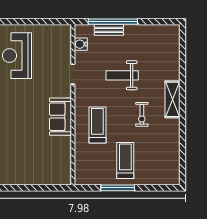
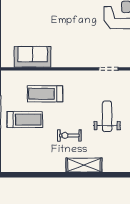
sofa: (60, 117) -> (33, 57), moved
treadmill: (97, 125) -> (45, 94), moved, turned 180

